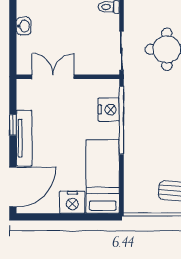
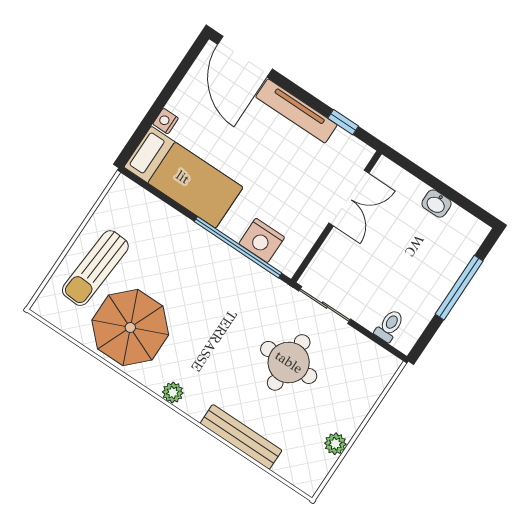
window: (13, 125) -> (343, 122), moved
nightstand: (72, 202) -> (166, 121), width x0.53, depth x0.56

